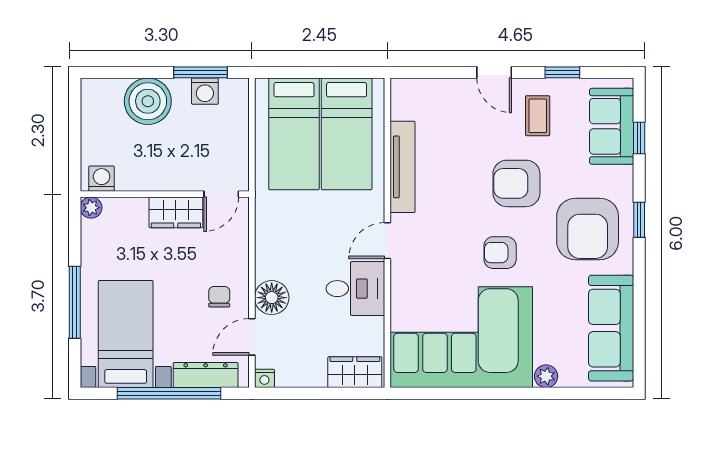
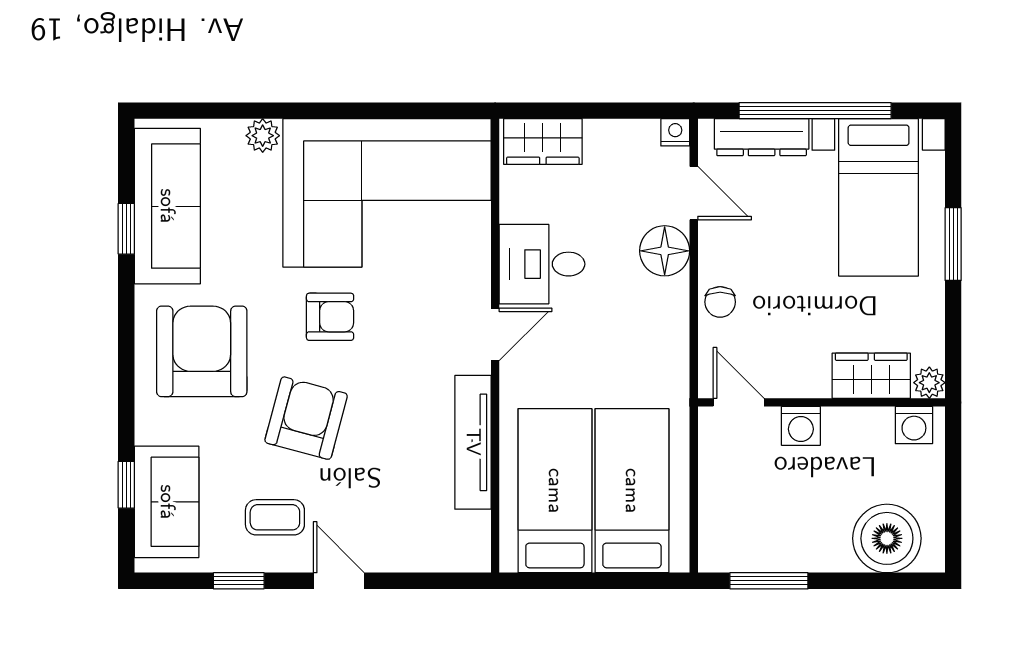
washing machine: (205, 91) -> (801, 426), moved, turned 180
boiler: (148, 101) -> (887, 538), moved
coffee table: (538, 116) -> (275, 517), turned 90
armchair: (516, 183) -> (306, 418), turned -75
door: (221, 194) -> (739, 402), hinge flipped
wardrobe: (176, 212) -> (871, 376), moved
window: (639, 220) -> (126, 229), moved
chair: (219, 297) -> (720, 302), moved
window: (75, 302) -> (953, 244), width x0.69
door: (252, 337) -> (694, 193), hinge flipped

